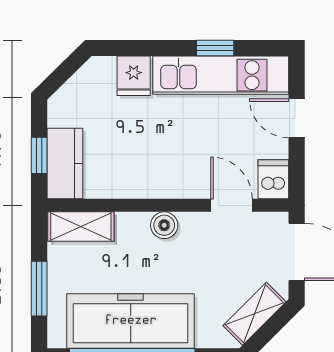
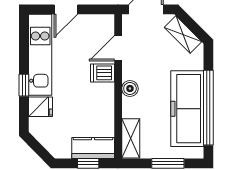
window: (215, 48) -> (24, 85), moved
dishwasher: (273, 179) -> (102, 73), moved

